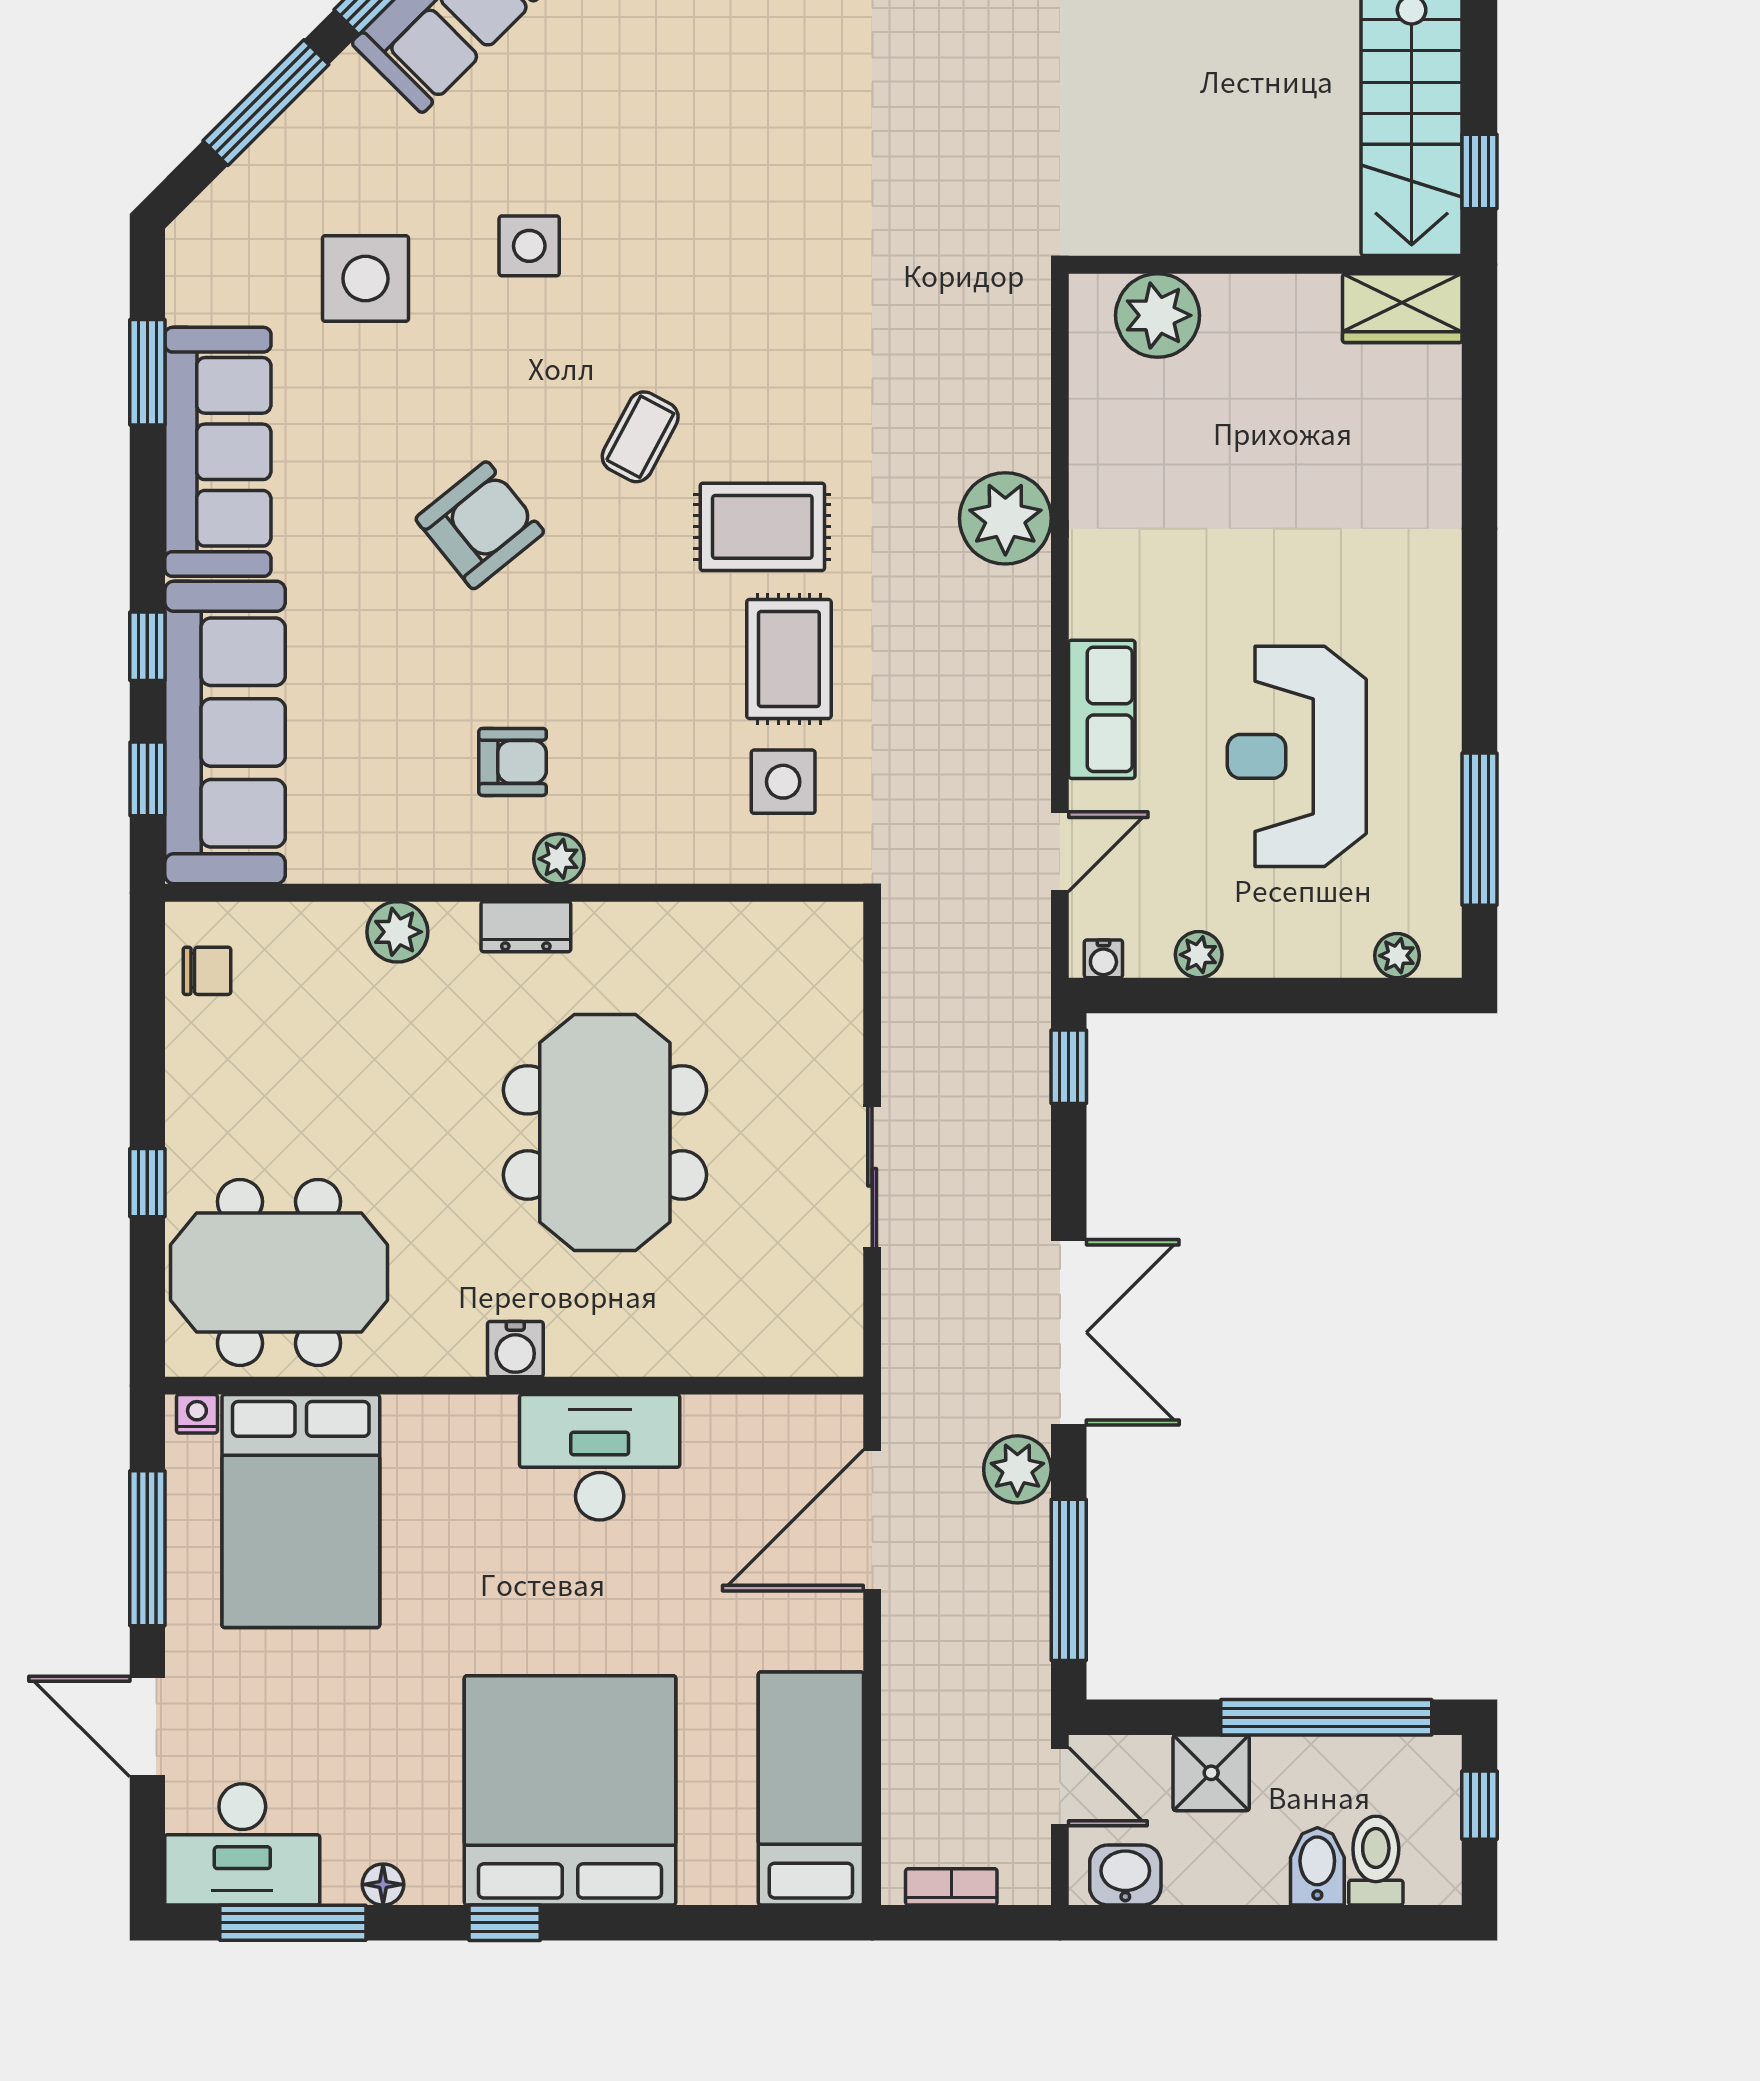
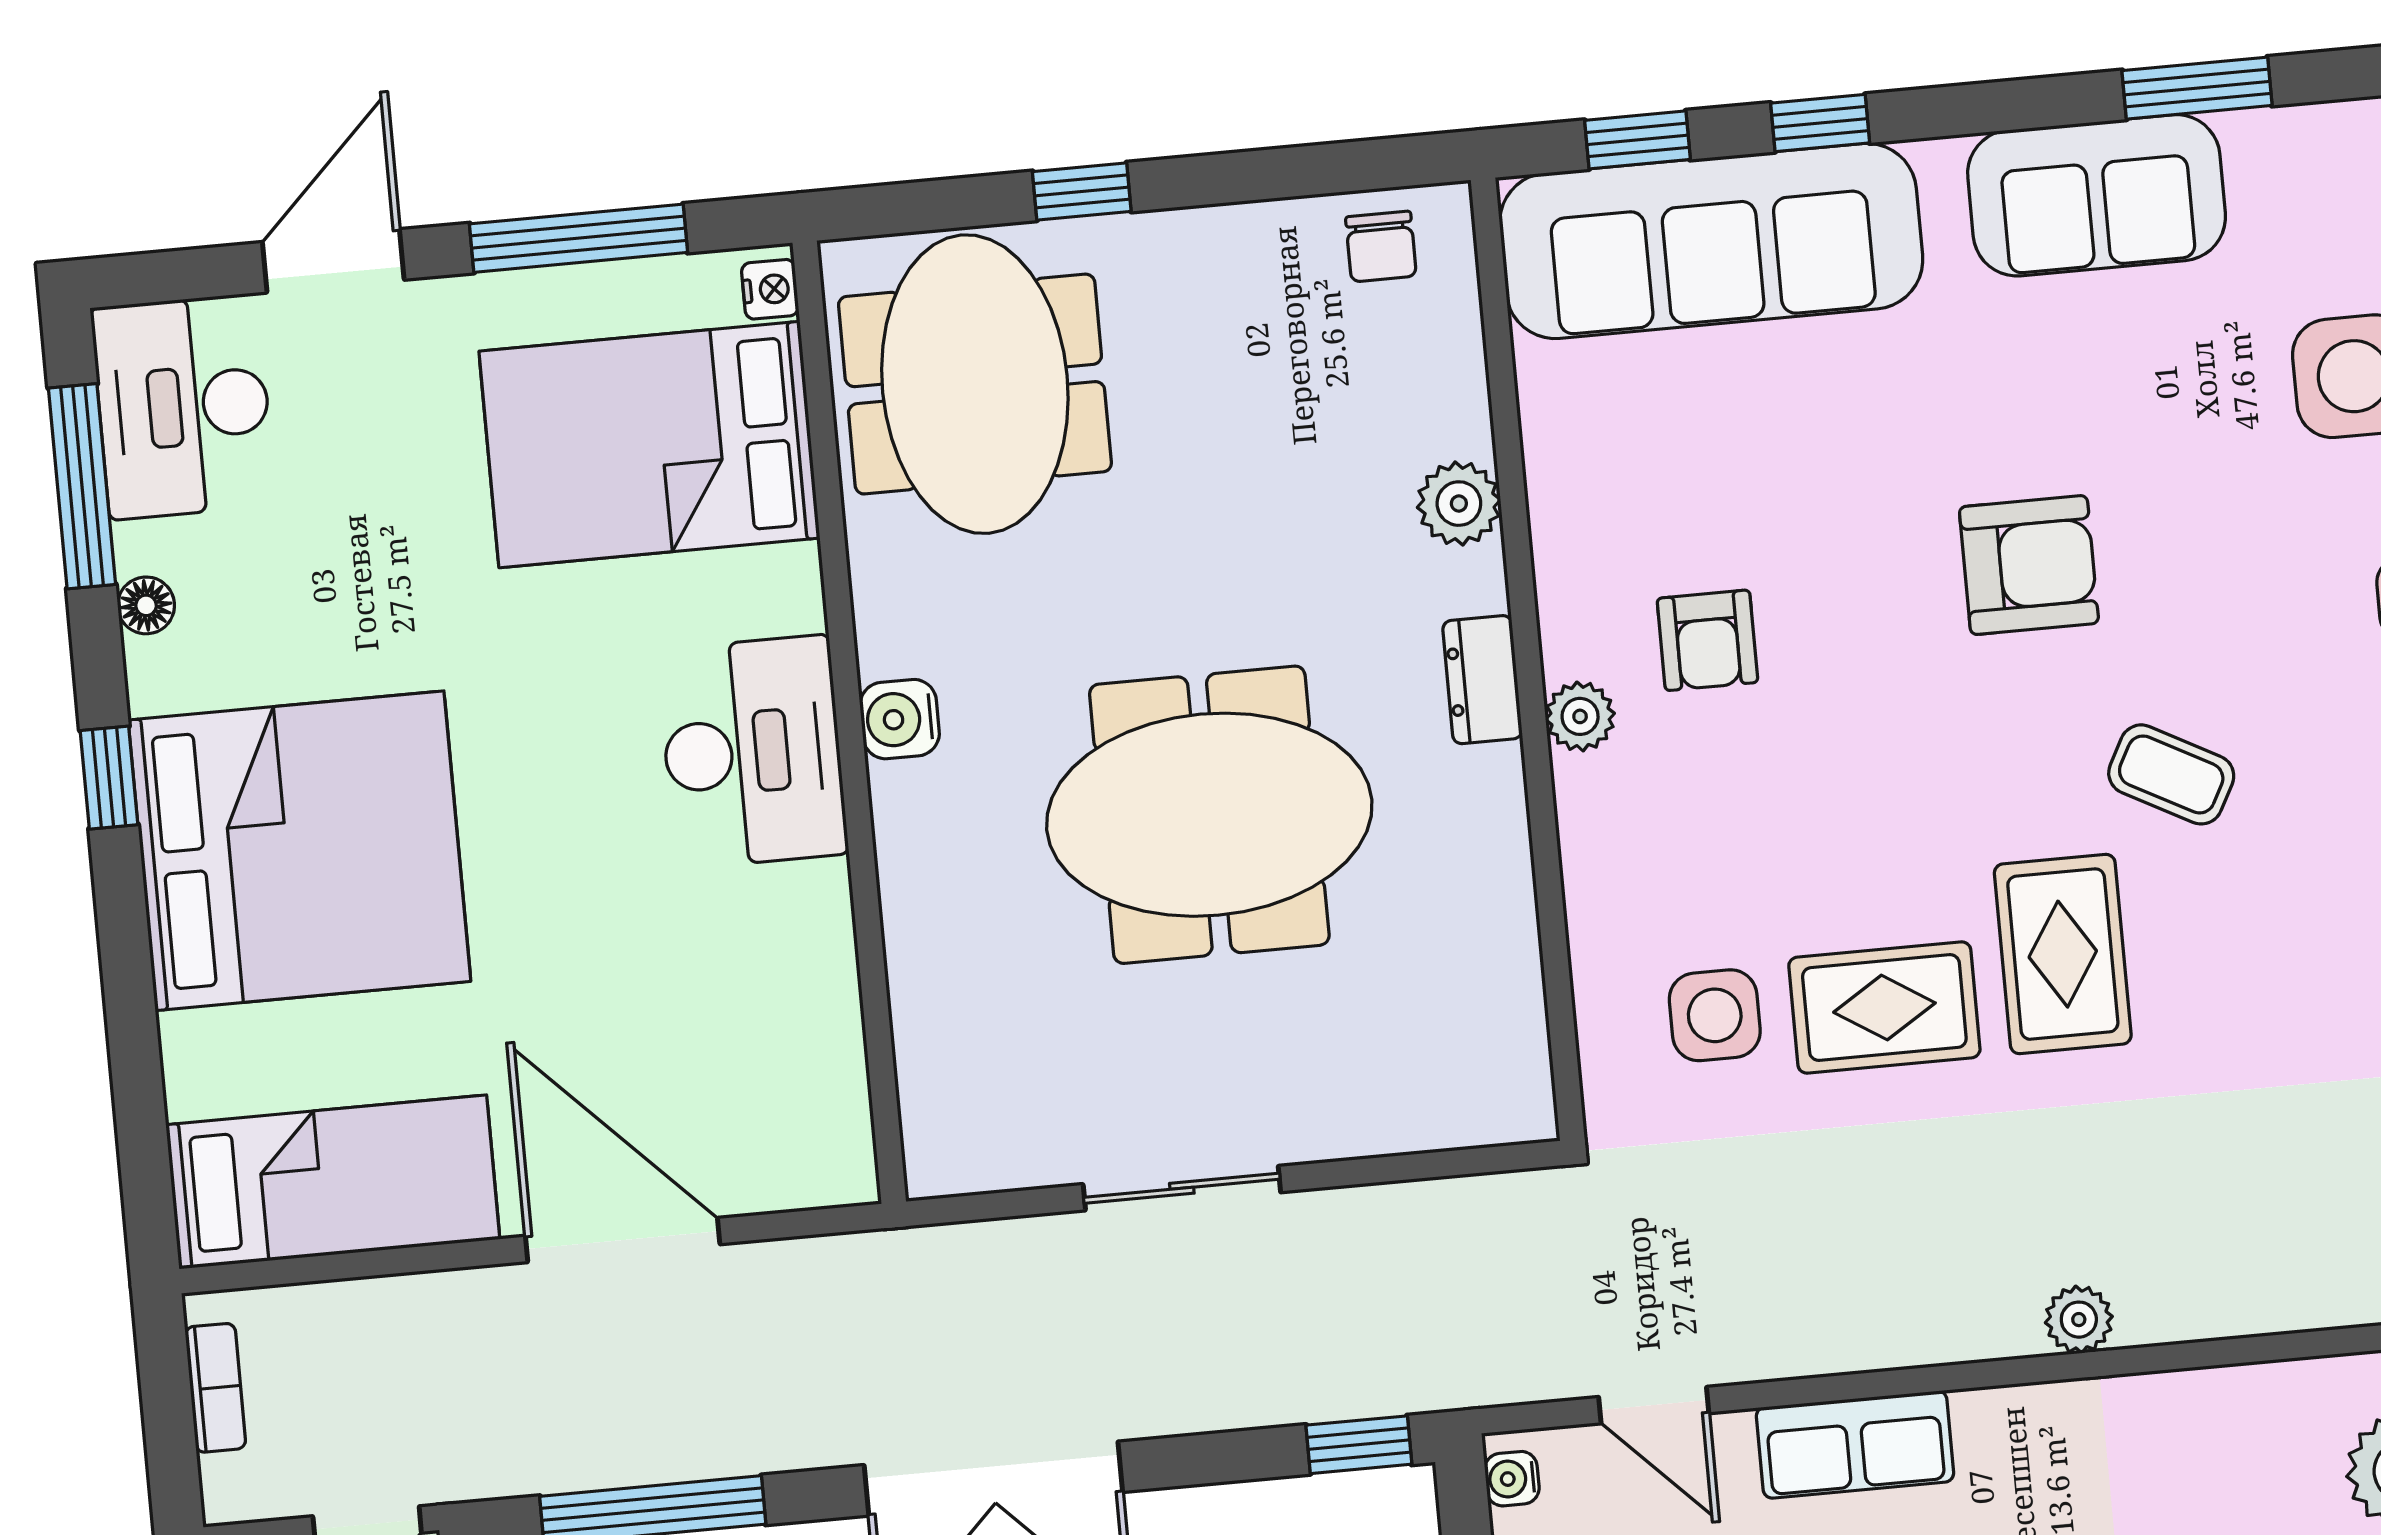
sofa: (218, 452) -> (2097, 195), width x0.73
plant: (1005, 518) -> (2079, 1320), width x0.53, depth x0.53
armchair: (480, 525) -> (2029, 565), turned -51
desk: (600, 1457) -> (753, 752), moved
plant: (1017, 1469) -> (798, 1425), removed
door: (872, 1520) -> (623, 1240), moved

